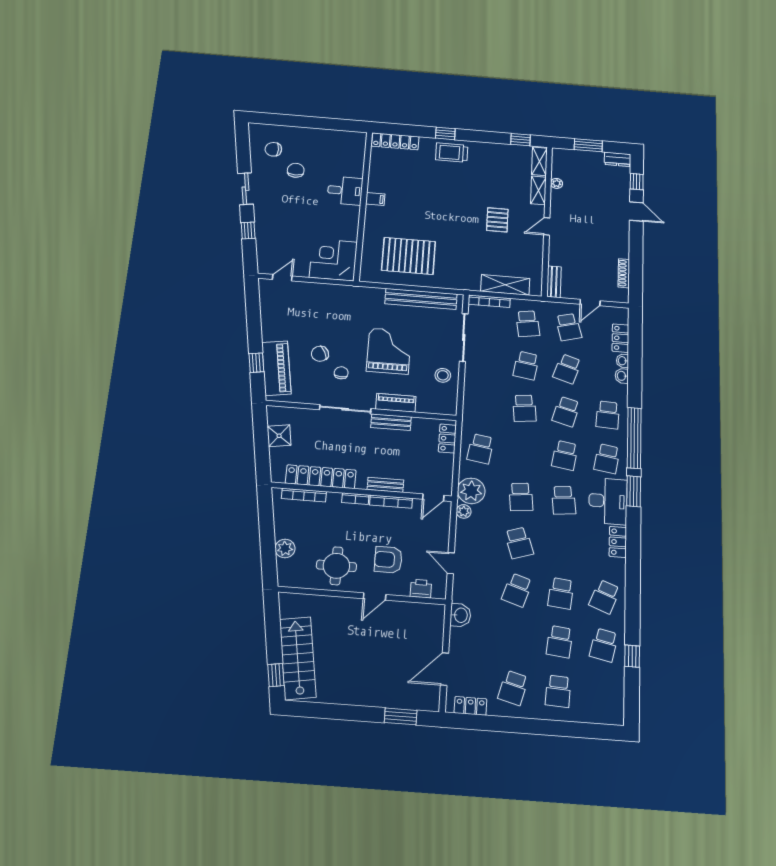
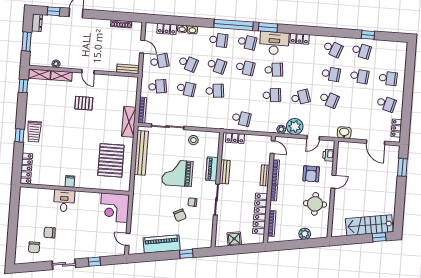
shelving: (505, 285) -> (129, 122), moved
piano: (276, 368) -> (162, 244), moved
plant: (471, 491) -> (295, 126), moved
door: (375, 597) -> (333, 182), hinge flipped

